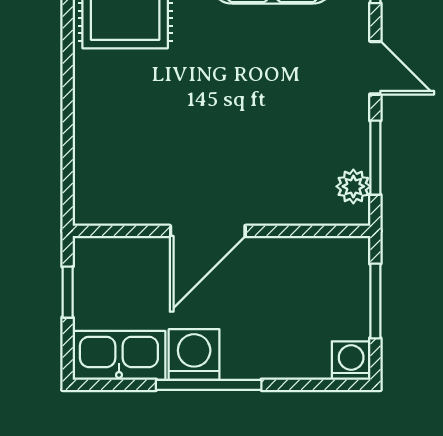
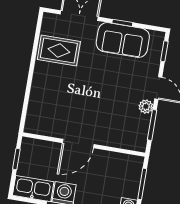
plant: (353, 186) -> (146, 107), moved

